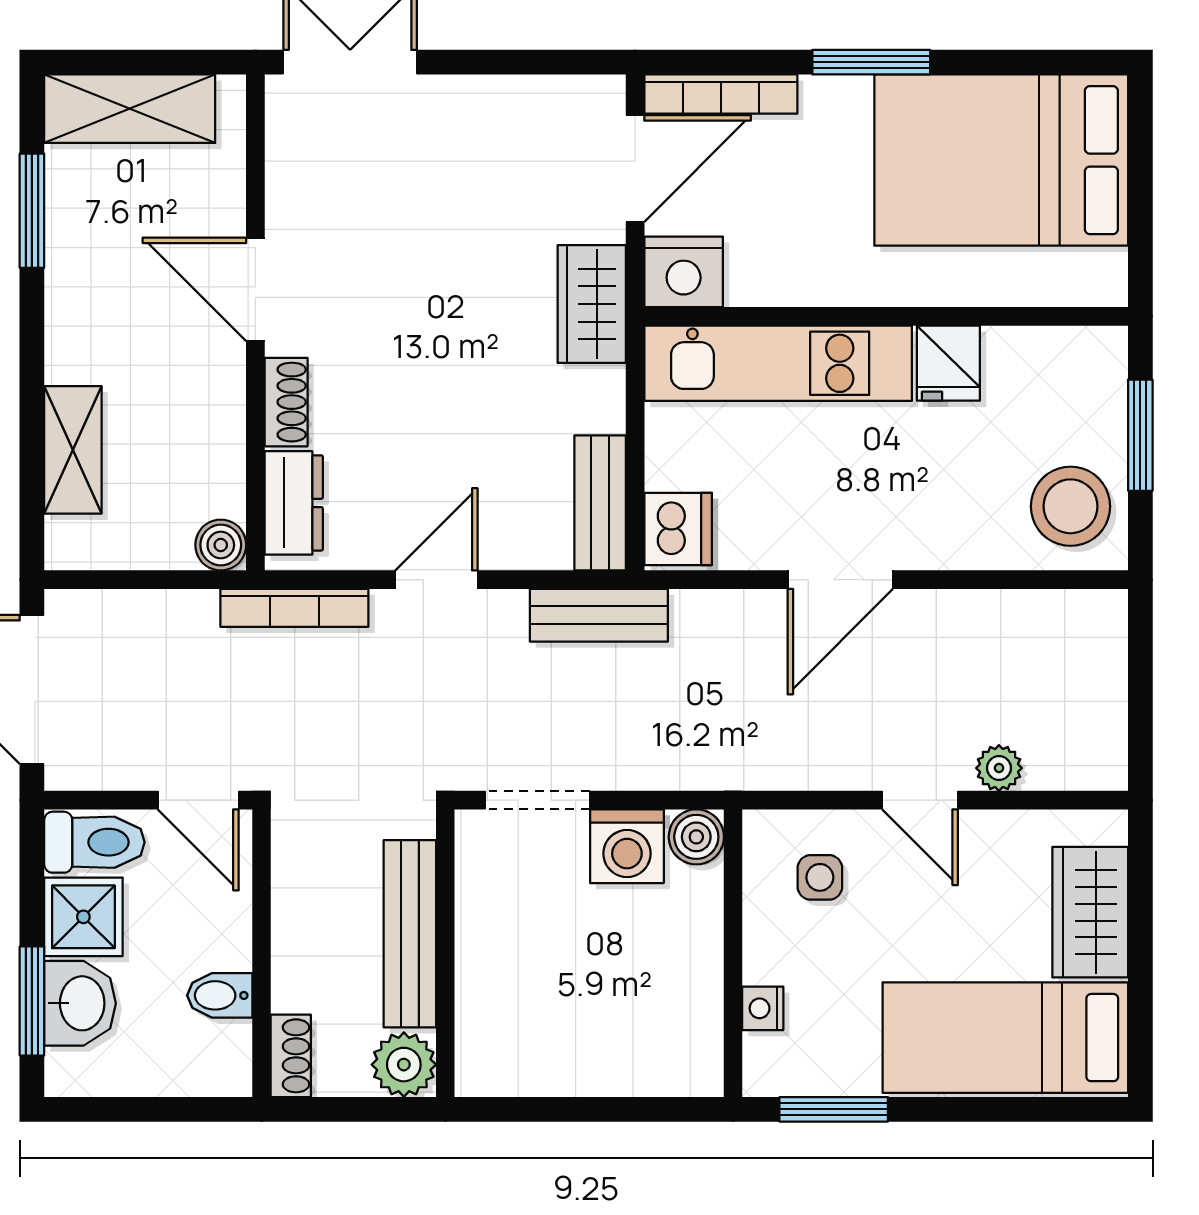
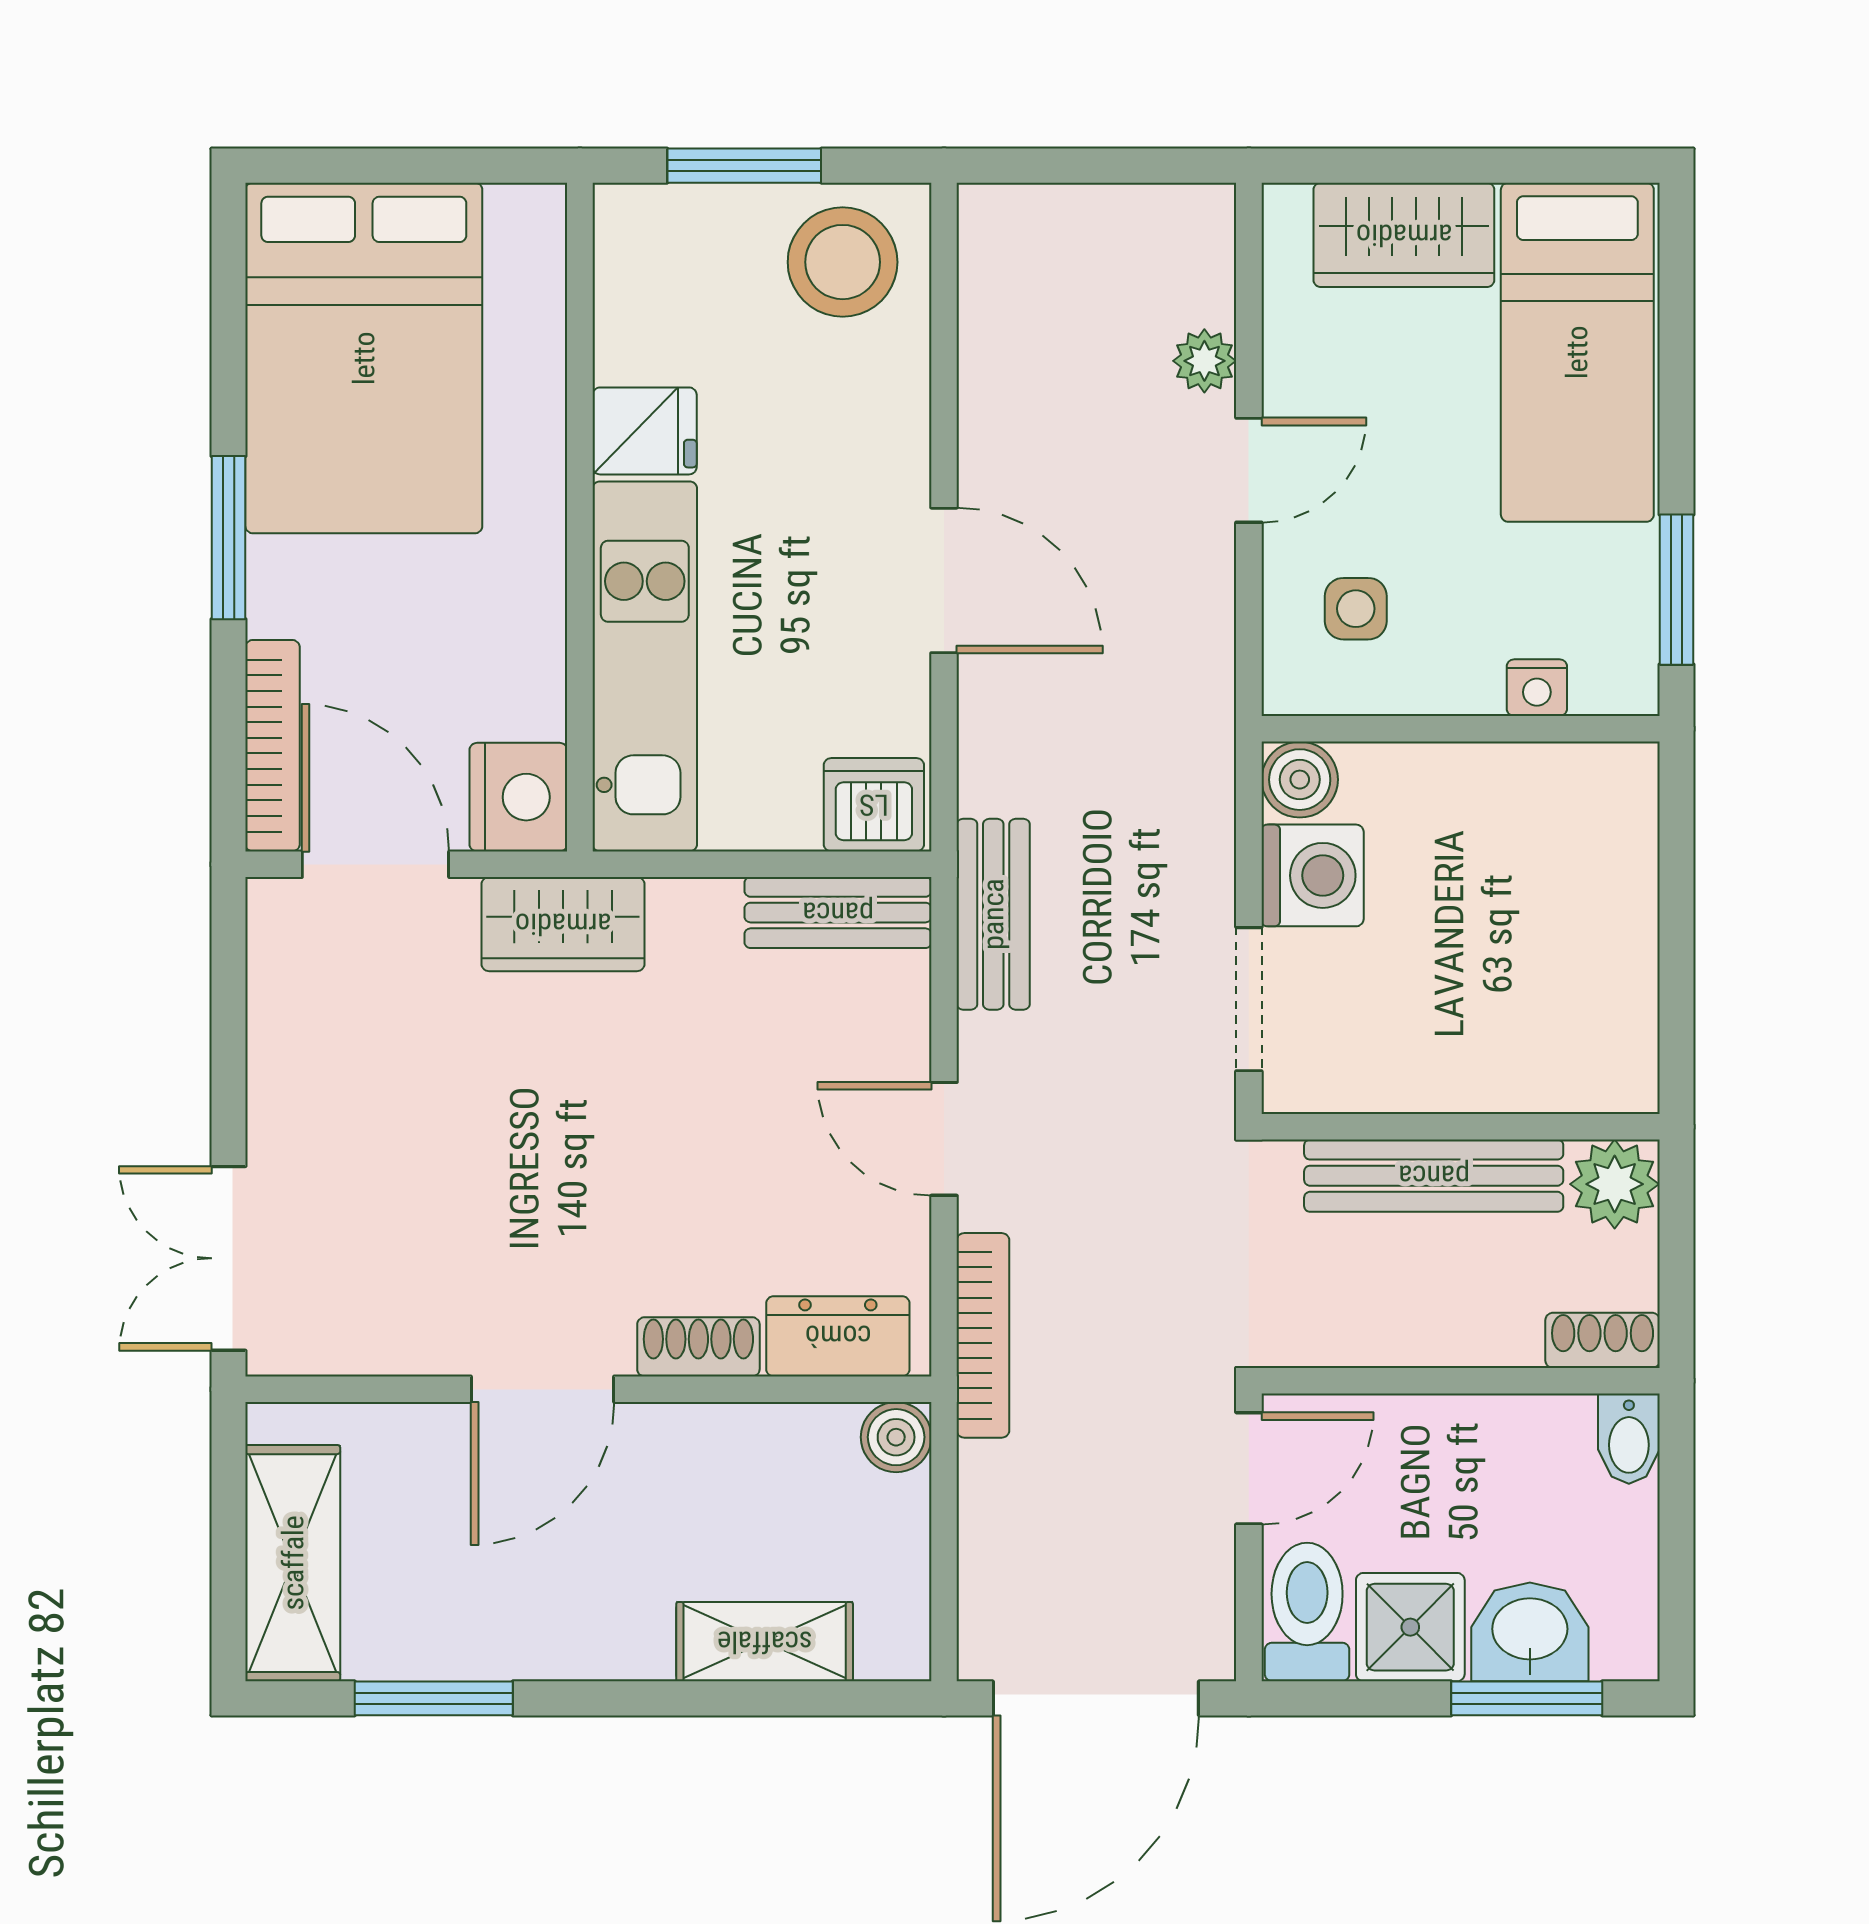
bidet: (220, 995) -> (1629, 1439), moved

